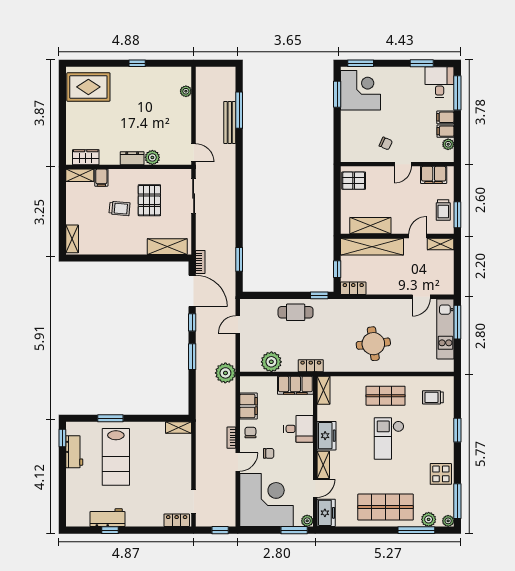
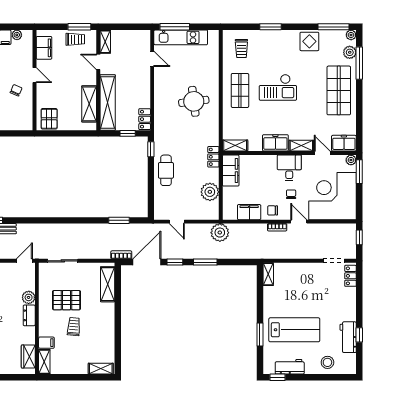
desk: (298, 429) -> (289, 168), moved
stool: (79, 494) -> (327, 362), added

